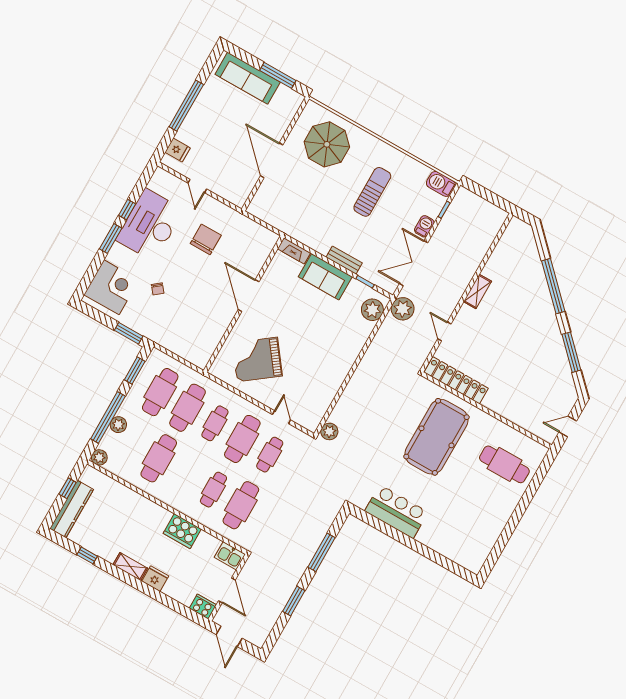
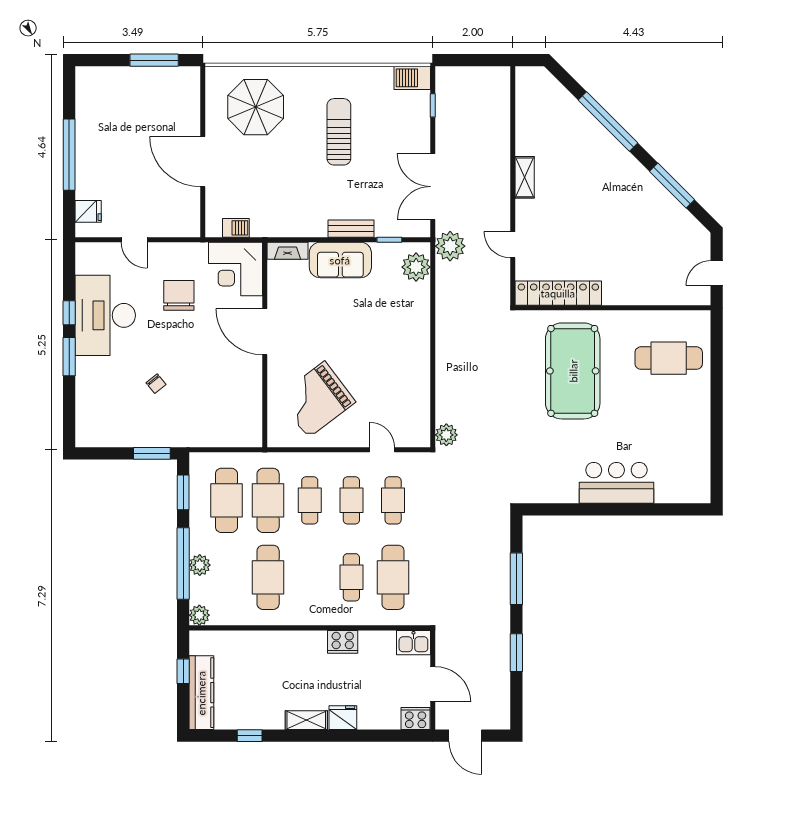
sofa: (248, 78) -> (121, 83), removed
barbecue: (424, 226) -> (236, 228), moved, turned 90
corner desk: (111, 287) -> (235, 269), moved, turned 180
cafe table: (242, 439) -> (351, 500), width x0.73, depth x0.74
bar counter: (396, 512) -> (616, 483), moved
cooker: (182, 531) -> (343, 642), width x0.73, depth x0.76

